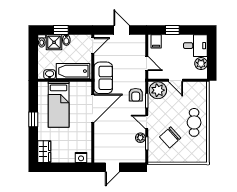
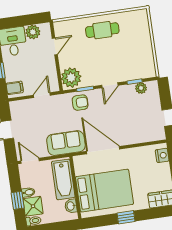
door: (176, 80) -> (55, 46), moved
bed: (59, 104) -> (104, 191), width x1.50
chair: (170, 137) -> (124, 55), removed
plant: (140, 138) -> (141, 88), moved

